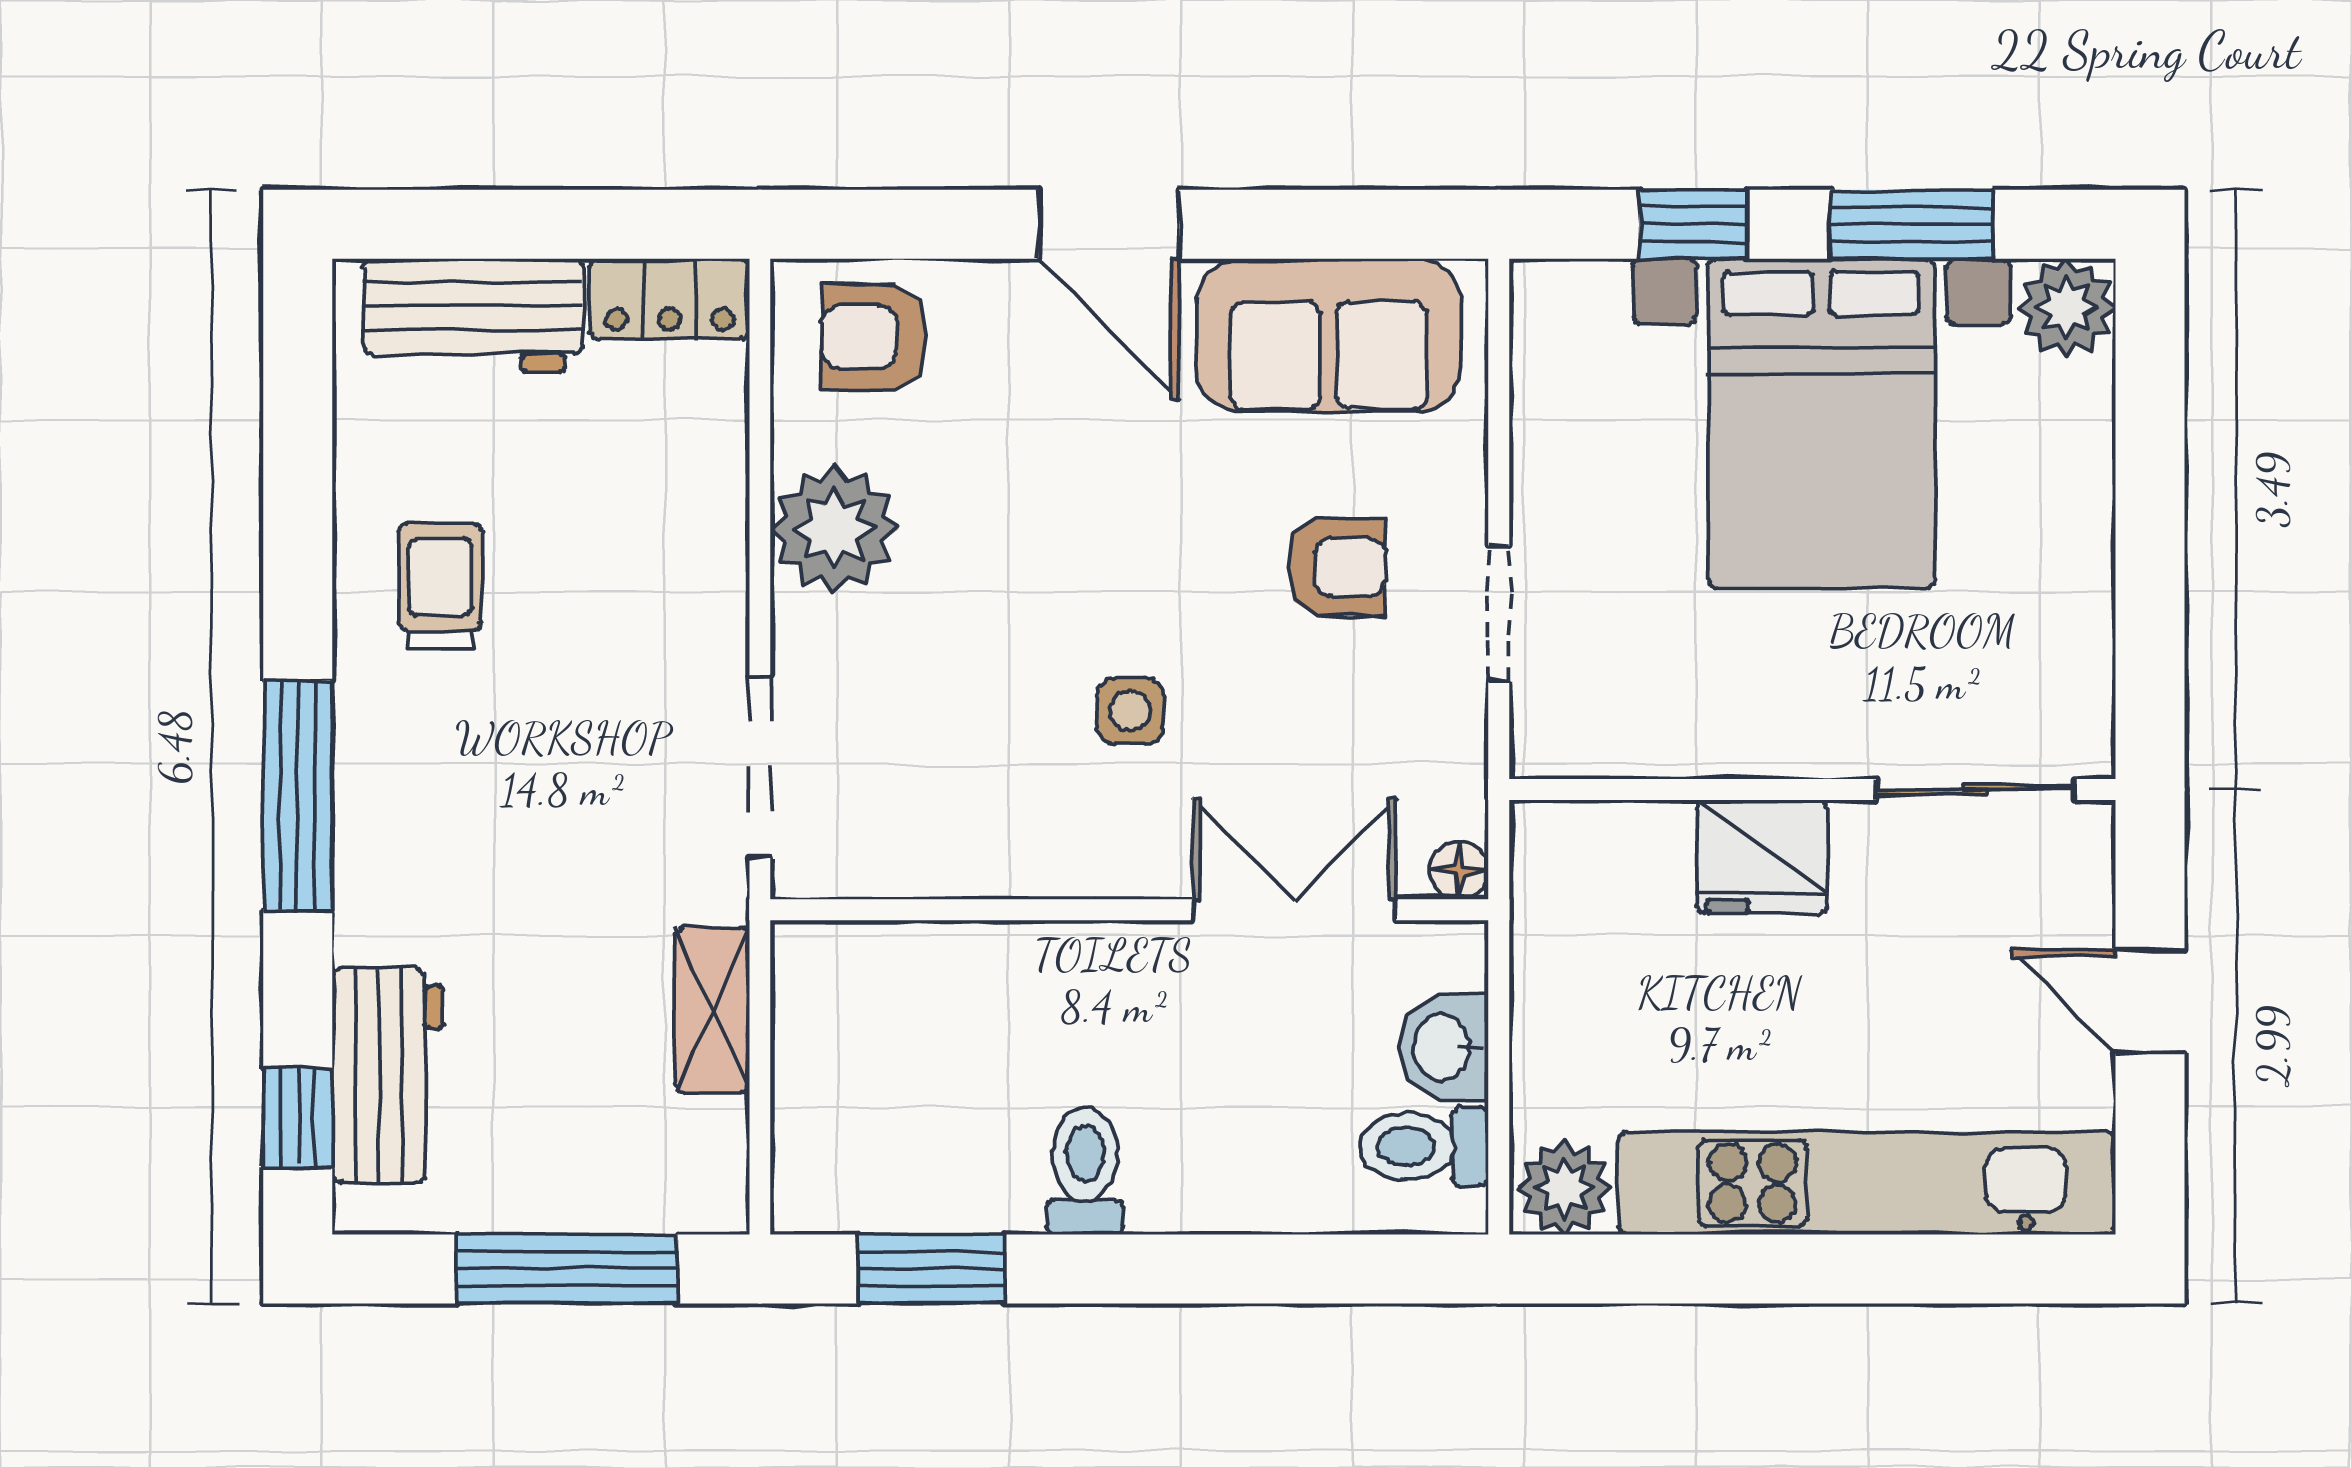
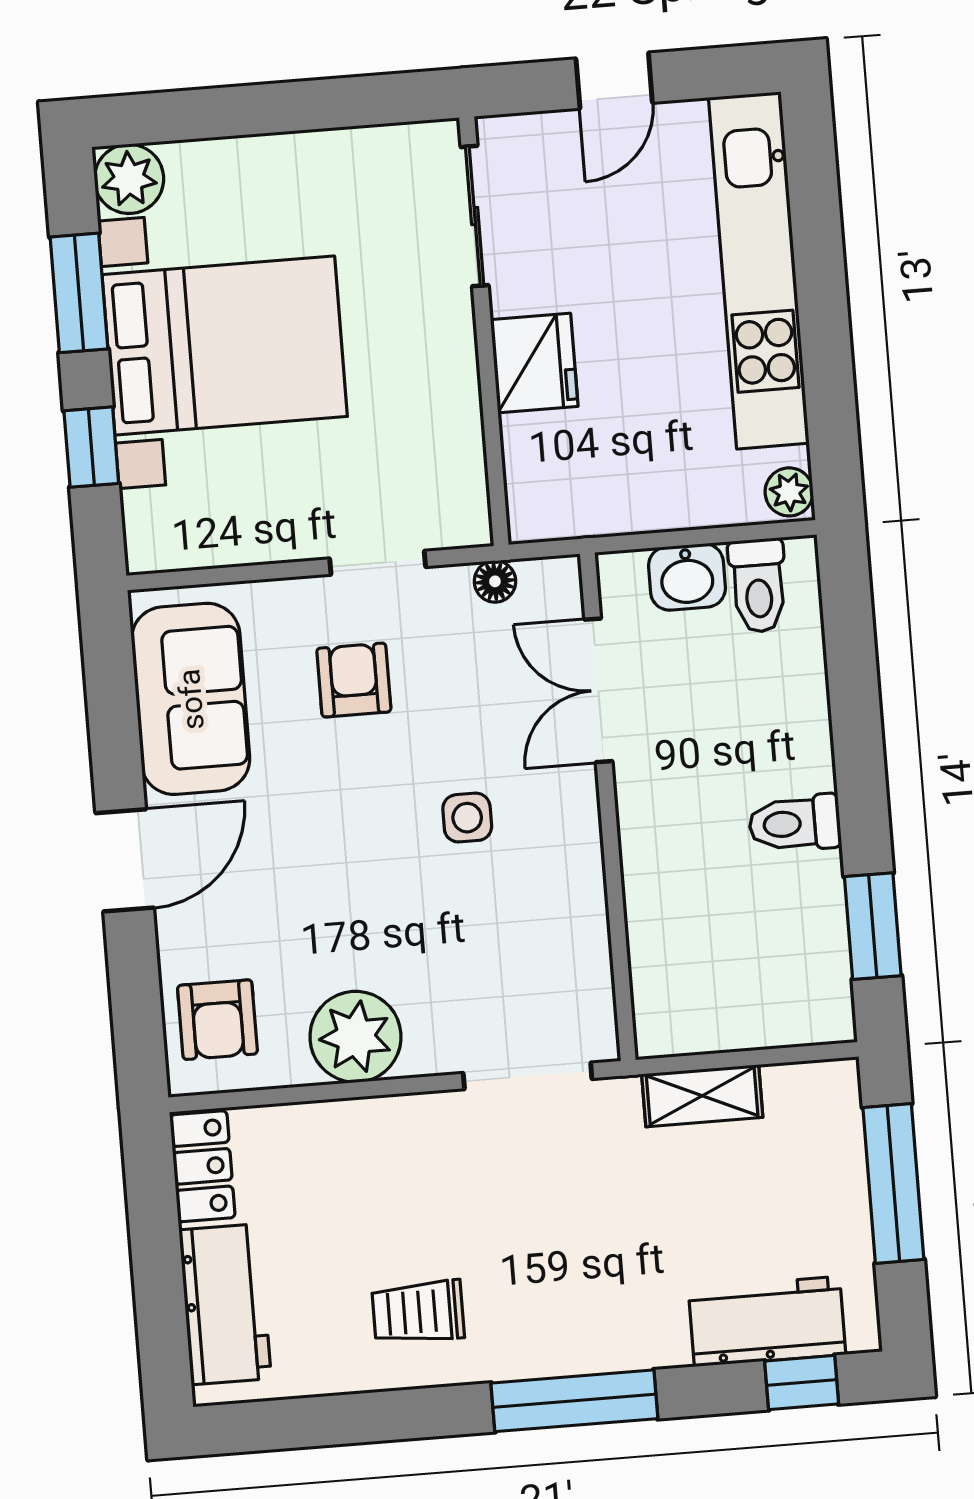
floor lamp: (1459, 870) -> (495, 581), moved
plant: (1564, 1188) -> (789, 492), width x0.73, depth x0.73

